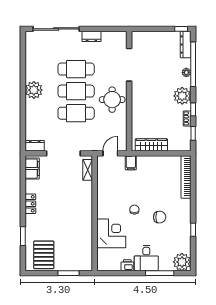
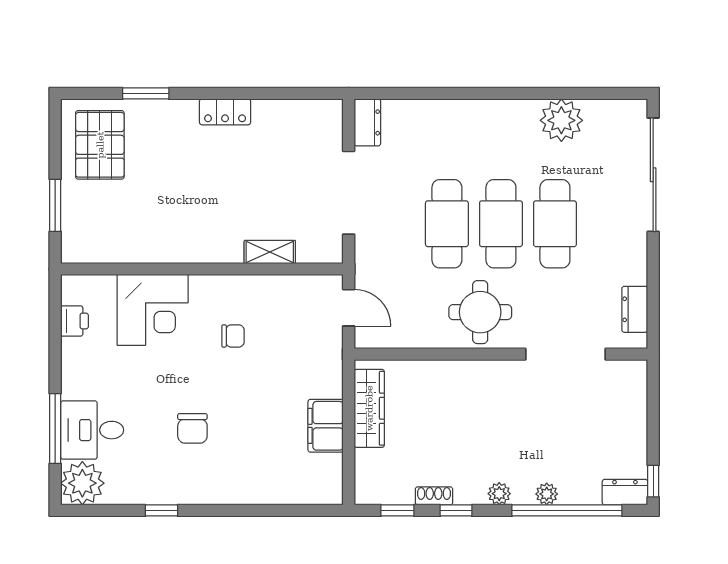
dresser: (91, 36) -> (635, 309), moved
dresser: (186, 45) -> (625, 492), width x0.70
plant: (34, 90) -> (561, 120), moved
plant: (182, 96) -> (499, 494), width x0.53, depth x0.53
filing cabinet: (131, 163) -> (326, 426), moved, width x2.00
filing cabinet: (32, 169) -> (311, 116), removed
shelving: (88, 170) -> (270, 252), moved
bookcase: (186, 177) -> (291, 493), removed
chair: (134, 210) -> (233, 336), moved
pallet: (44, 255) -> (100, 145), turned 90
desk: (146, 258) -> (92, 430), moved
printer: (127, 265) -> (74, 321), moved

